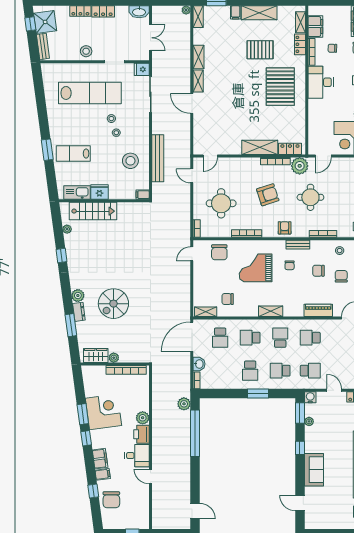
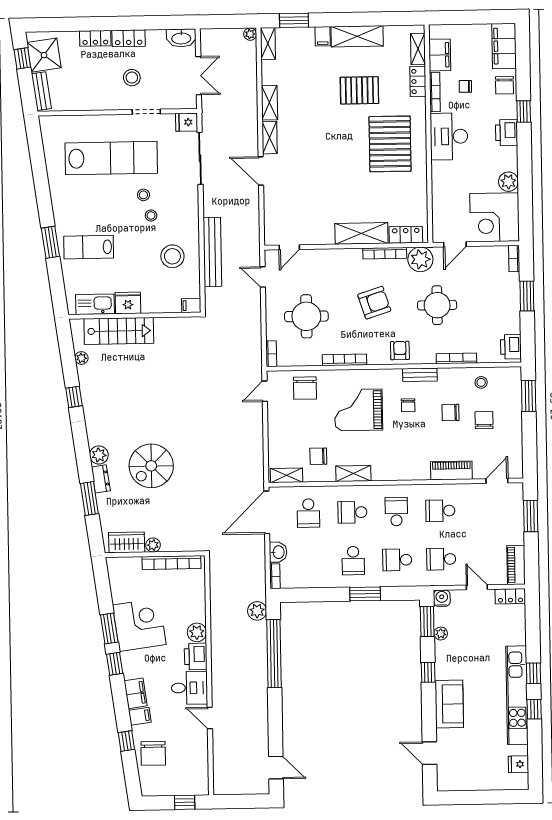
stool: (86, 51) -> (132, 78), moved
shelving: (271, 311) -> (353, 474), moved
school desk: (310, 371) -> (441, 559), turned 180

